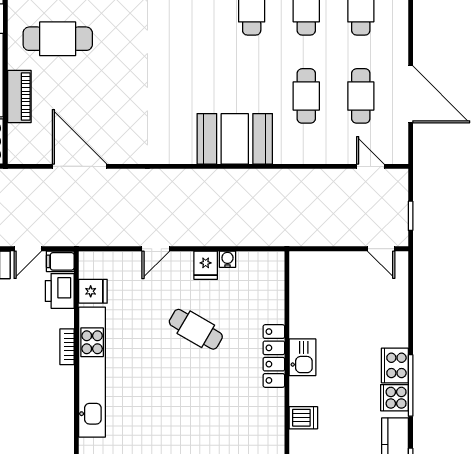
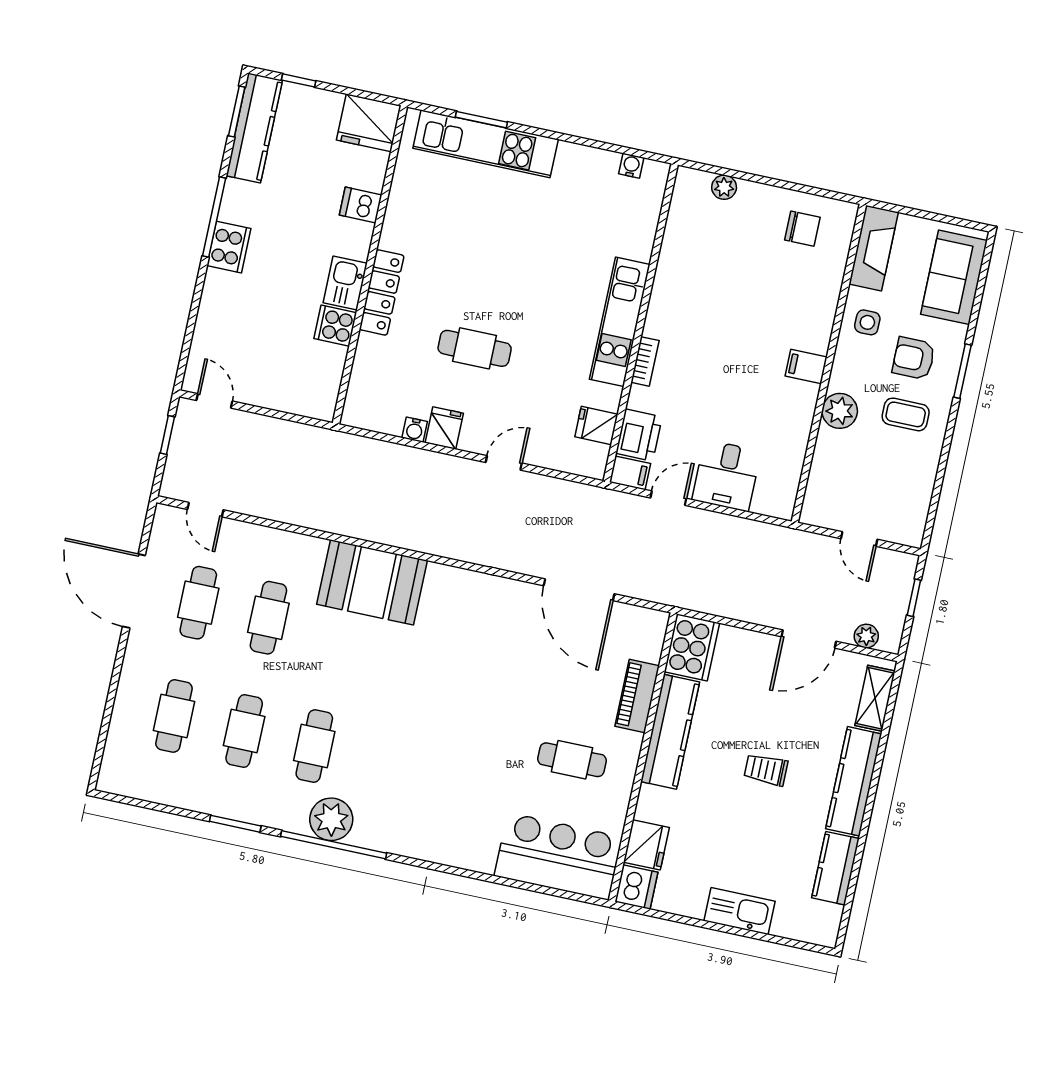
cafe table: (58, 39) -> (572, 760), width x0.73, depth x0.74
cafe table: (196, 329) -> (475, 348), turned -30
kitchen unit: (92, 372) -> (620, 322), width x0.73
cooker: (394, 398) -> (335, 326), moved, turned 180

